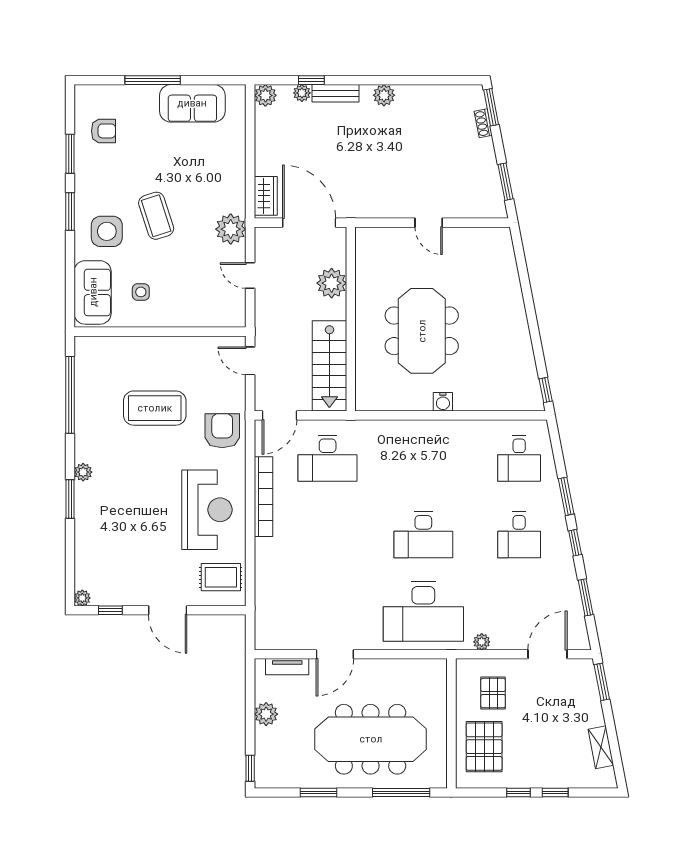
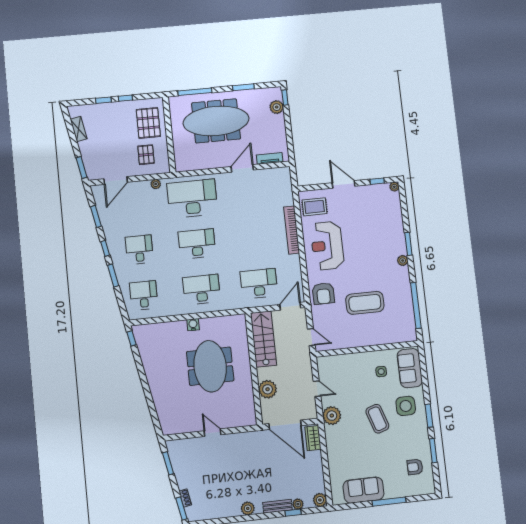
desk: (423, 458) -> (201, 290), added
bookcase: (263, 497) -> (292, 230), moved
plant: (266, 714) -> (277, 107), moved

